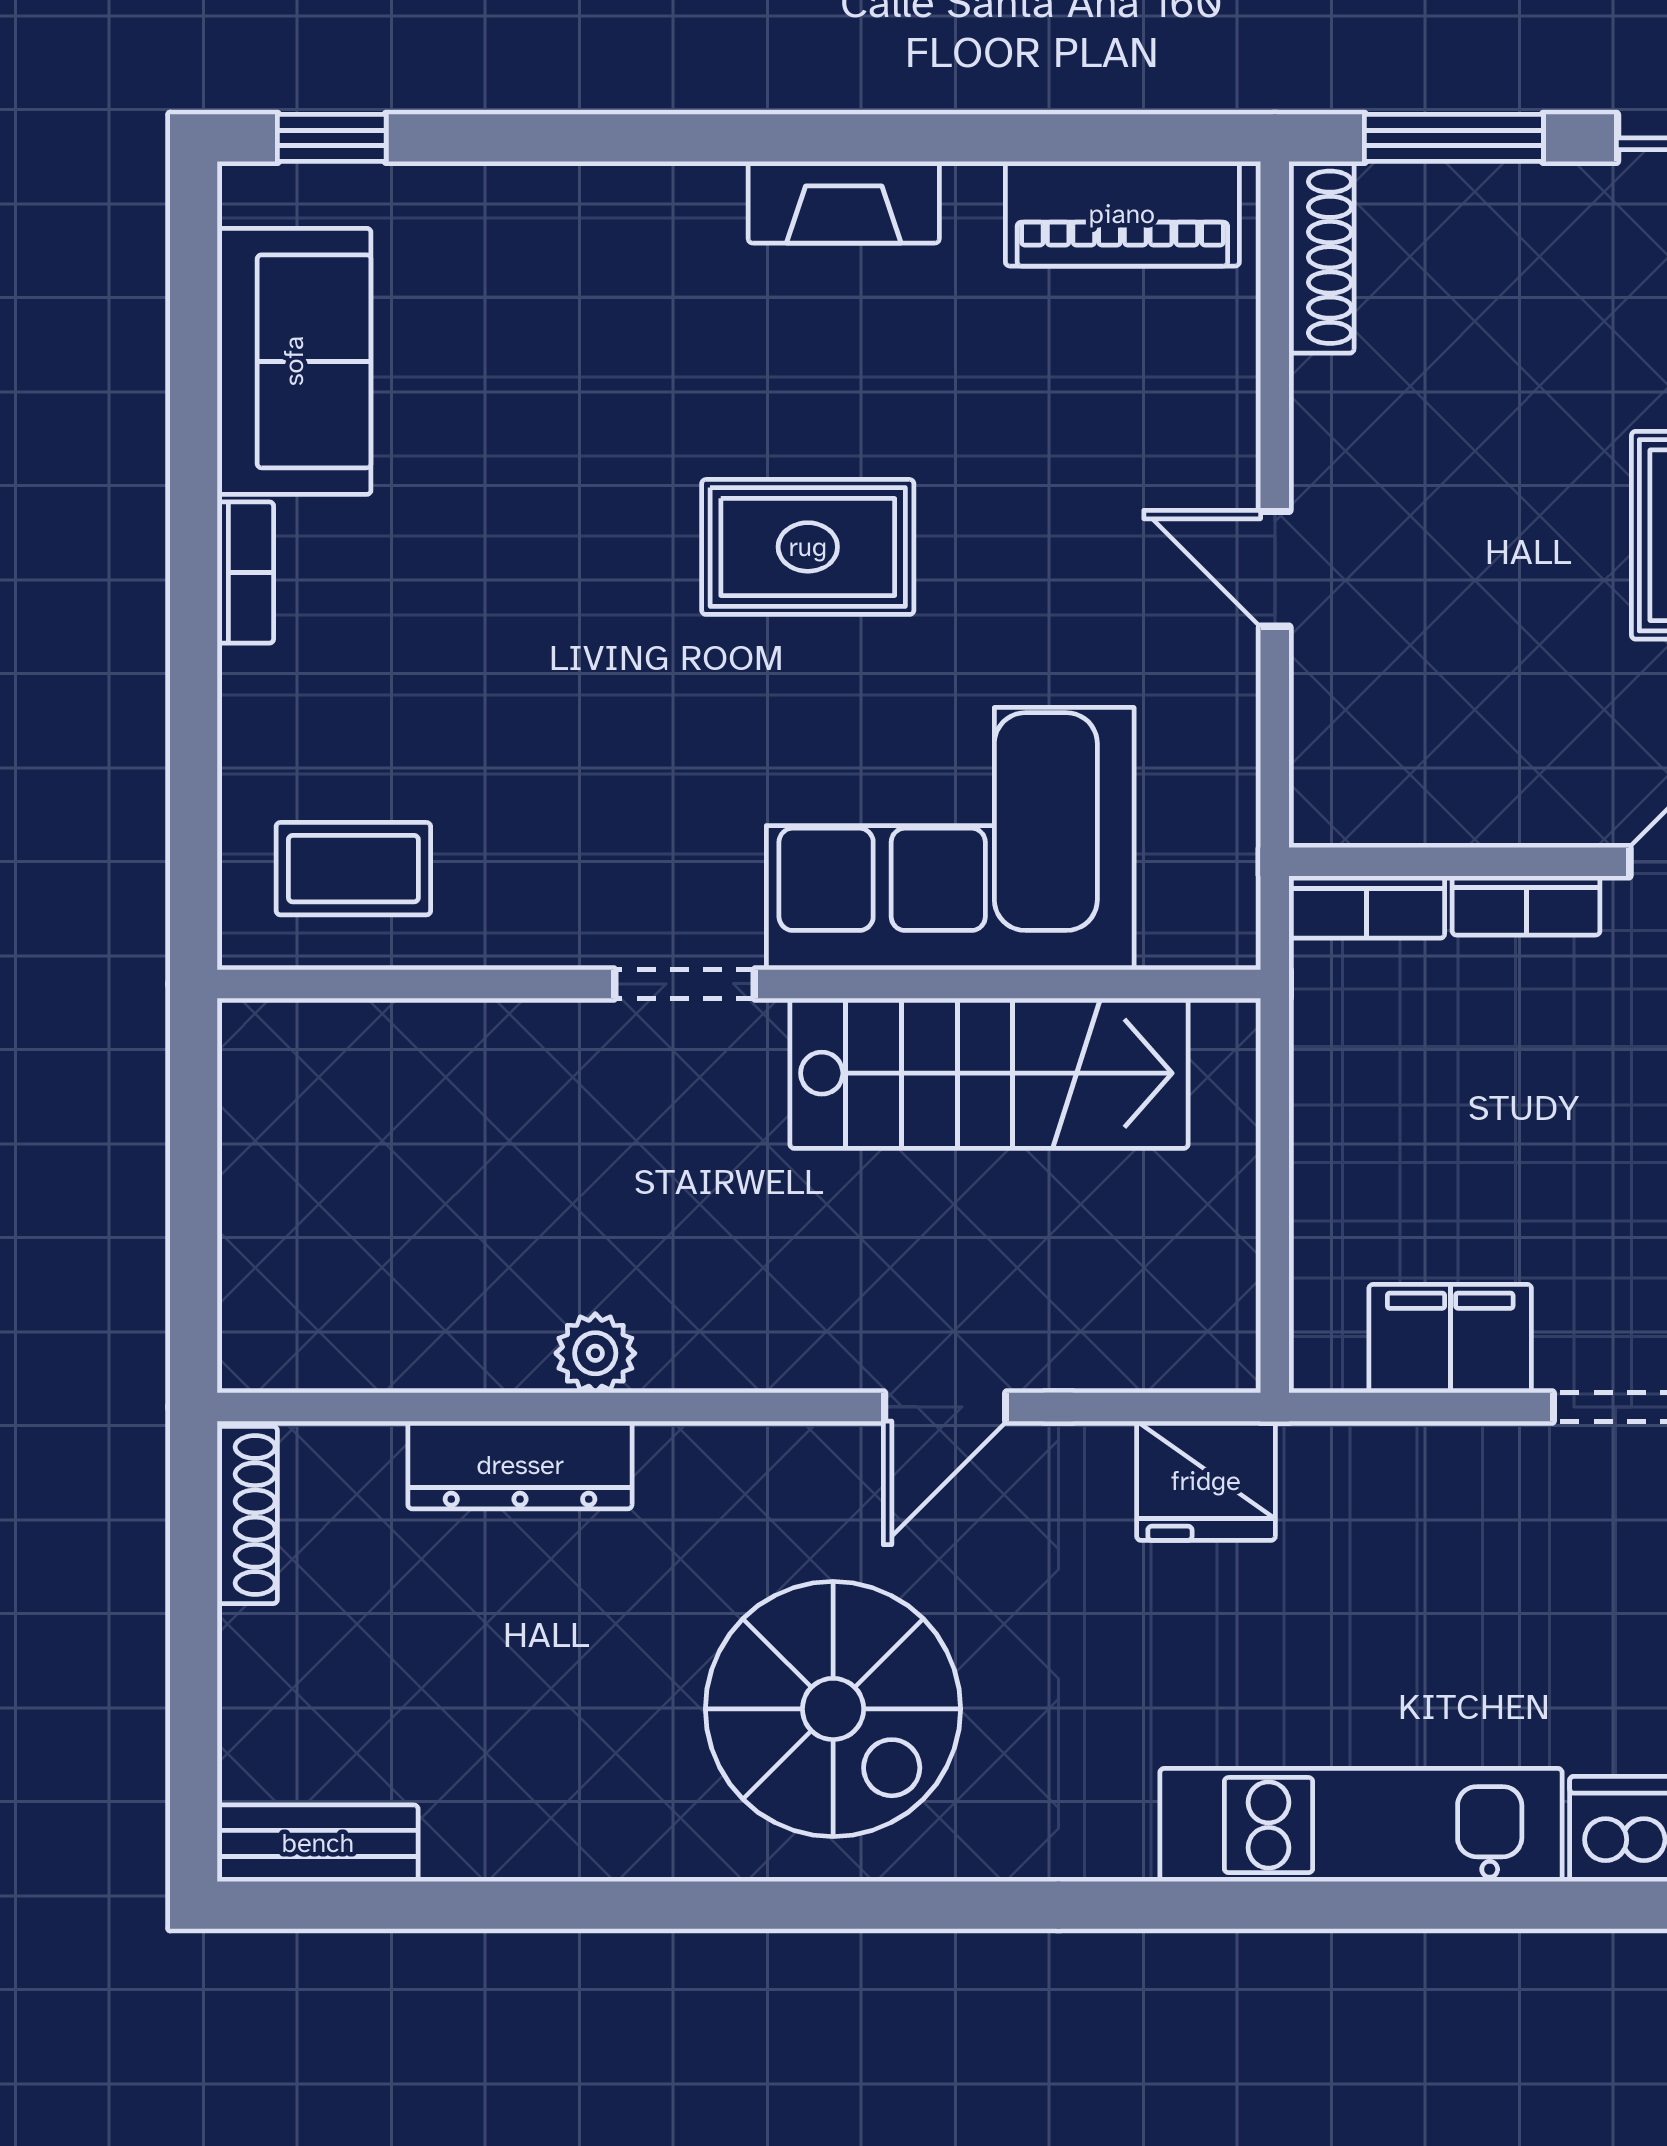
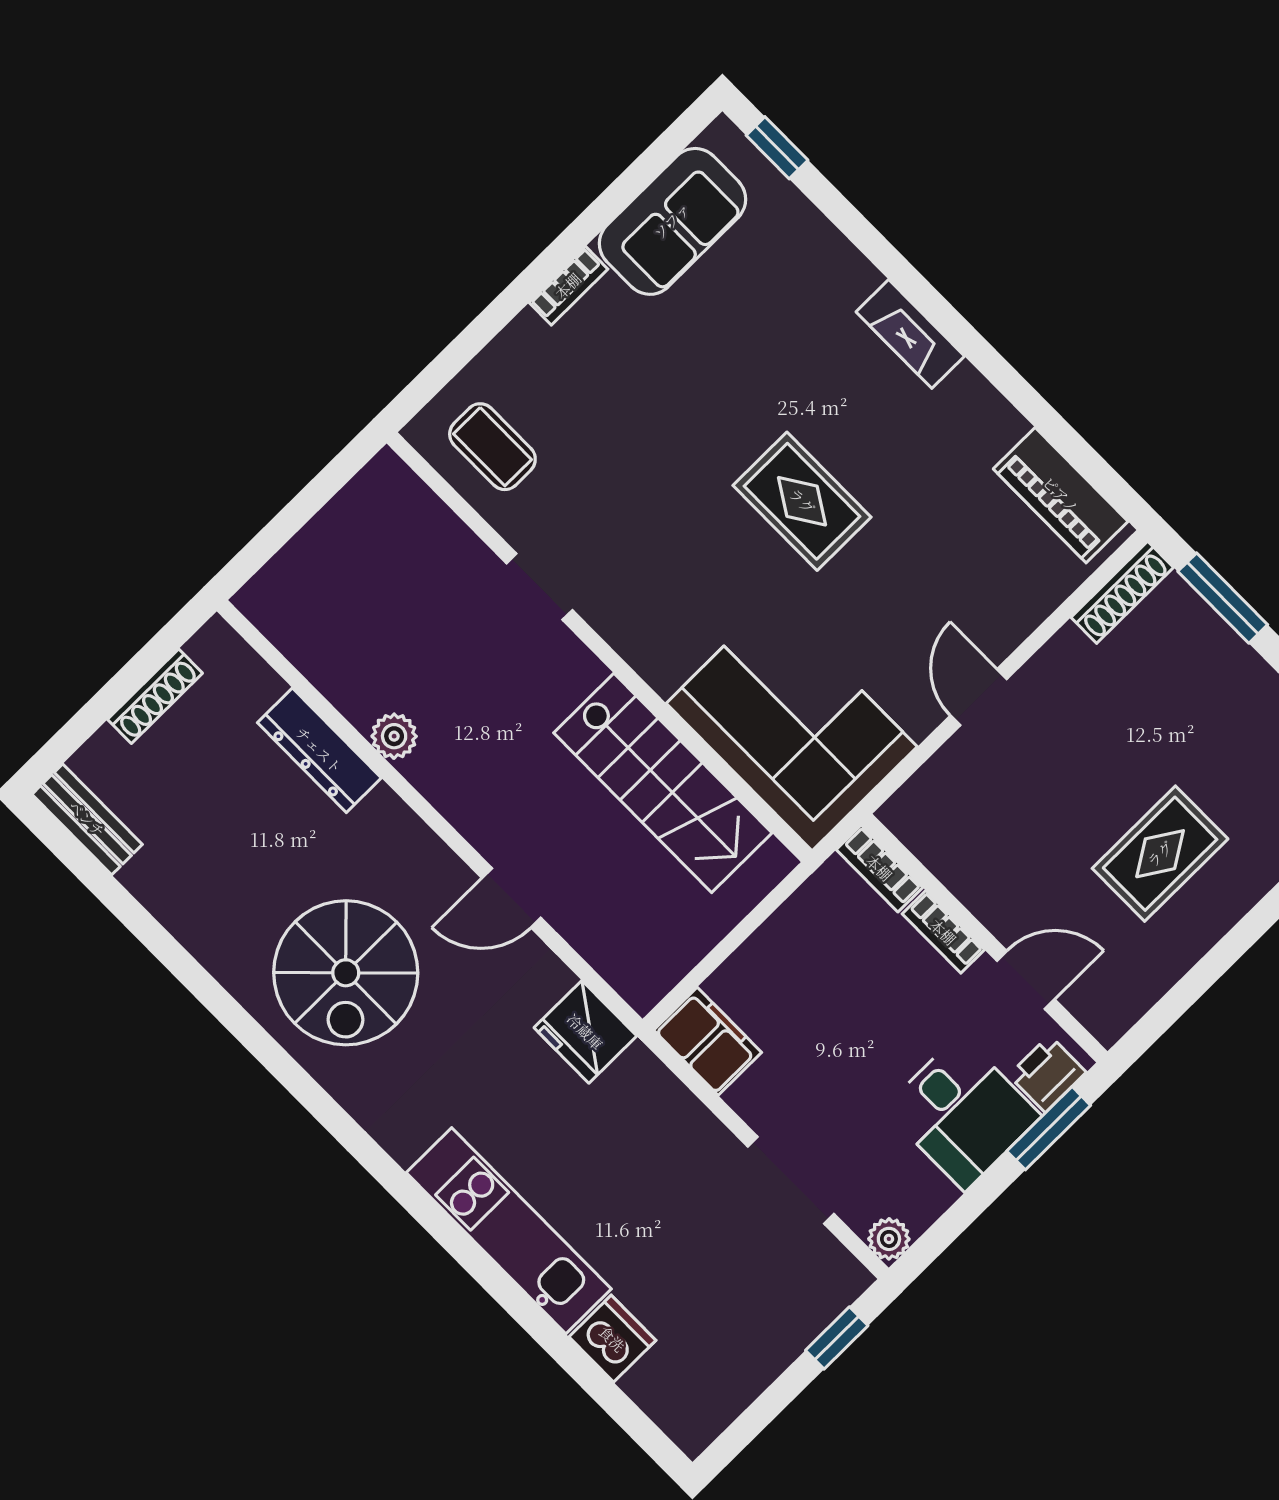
fireplace: (844, 202) -> (910, 334), moved
corner sofa: (950, 839) -> (792, 725), moved
doorway: (684, 984) -> (539, 587), moved
filing cabinet: (1450, 1339) -> (708, 1041), moved
shoe rack: (247, 1515) -> (155, 696), moved

